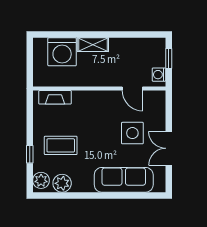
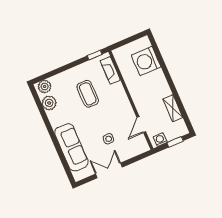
shelving: (93, 45) -> (173, 108), moved
side table: (132, 133) -> (109, 139), width x0.54, depth x0.54
coffee table: (61, 145) -> (88, 94), moved
window: (30, 154) -> (95, 55), moved

